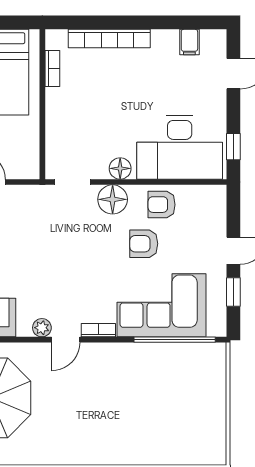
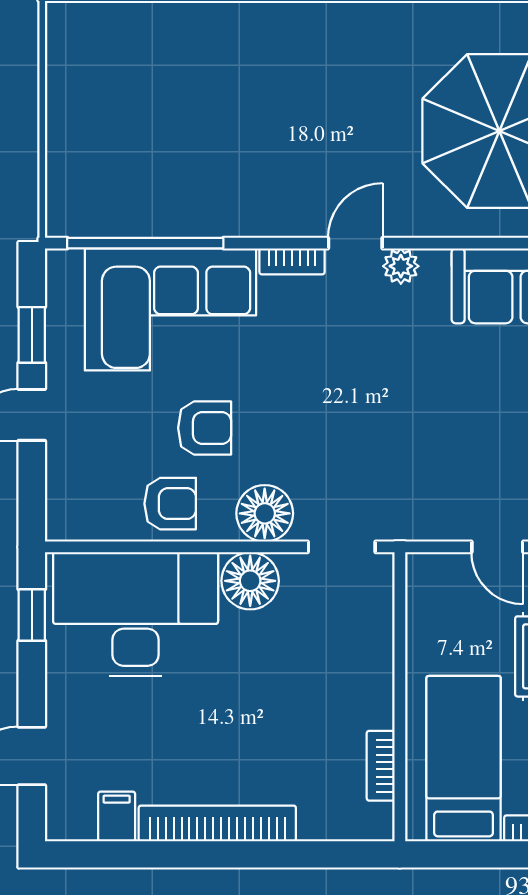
bookcase: (109, 38) -> (217, 823), moved
floor lamp: (120, 168) -> (250, 581), width x1.38, depth x1.38

